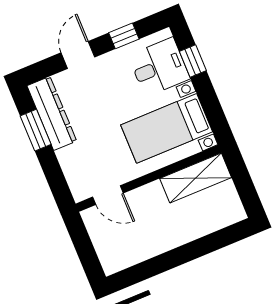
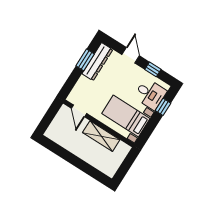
door: (78, 55) -> (131, 55), hinge flipped
shelving: (196, 178) -> (101, 136), moved

